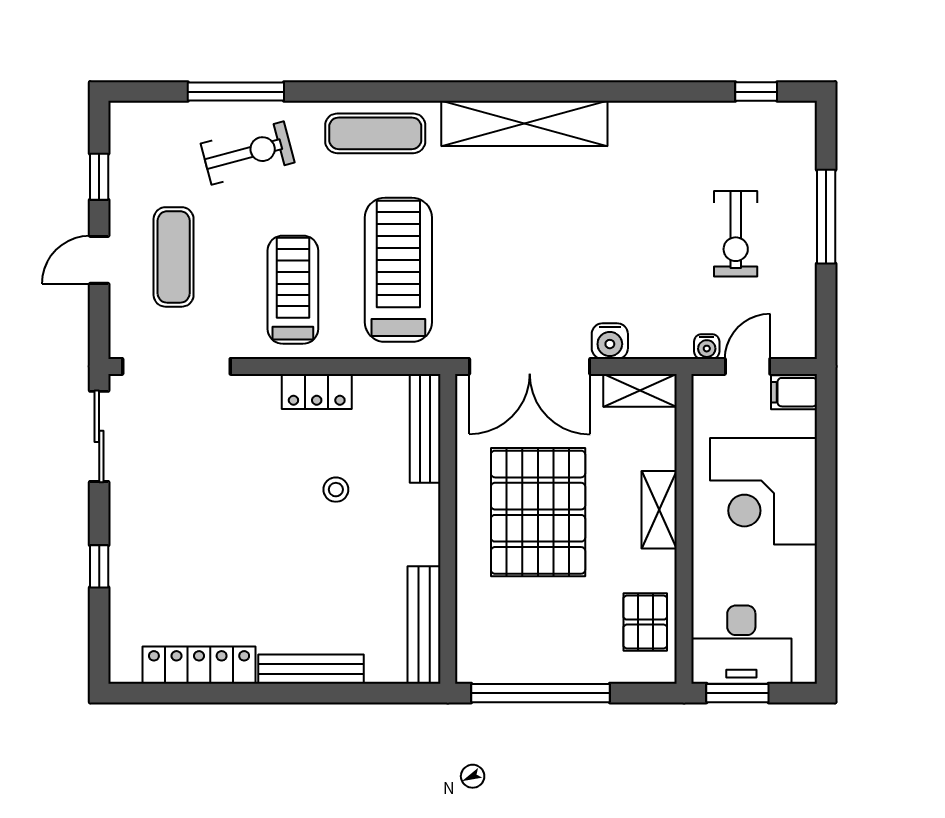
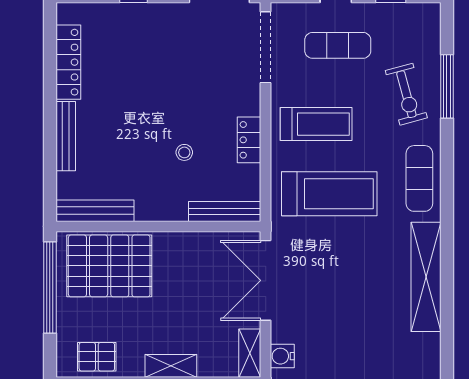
water cooler: (610, 341) -> (282, 356), moved
pallet: (538, 512) -> (109, 266), moved

